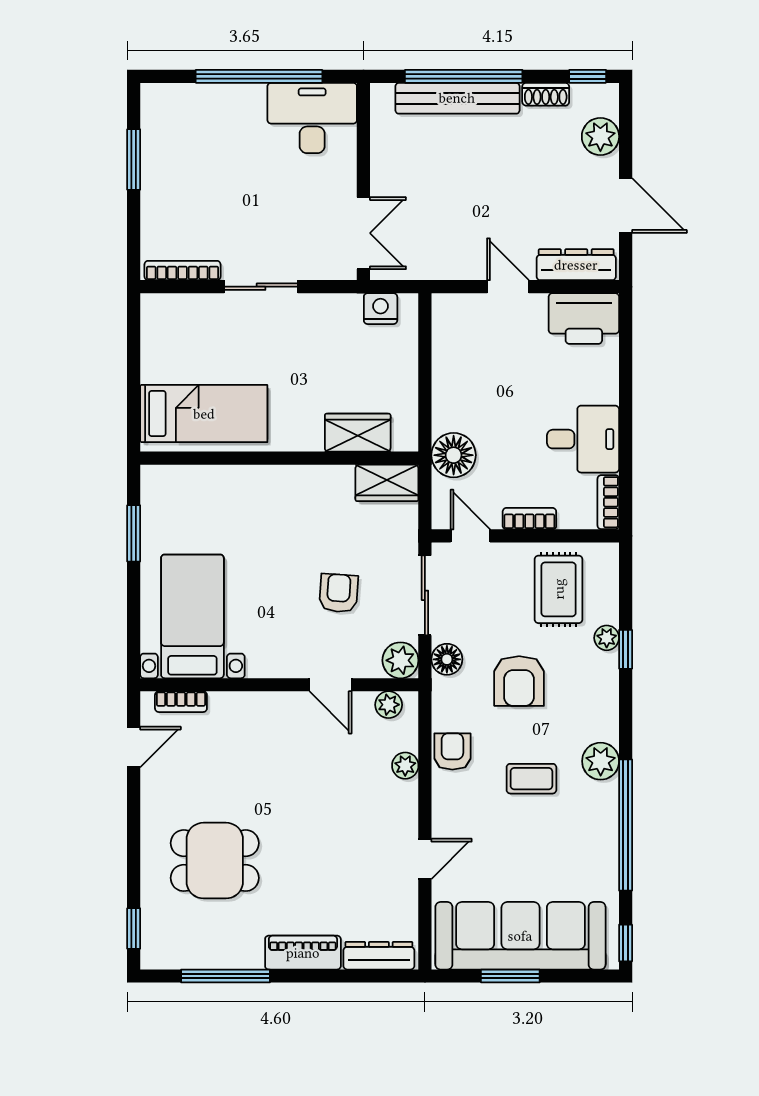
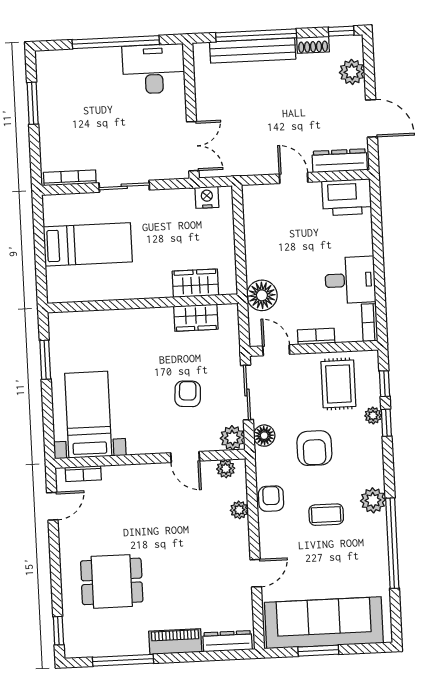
bed: (204, 414) -> (88, 244), moved
wardrobe: (387, 483) -> (196, 318), moved
window: (626, 943) -> (384, 384), moved

